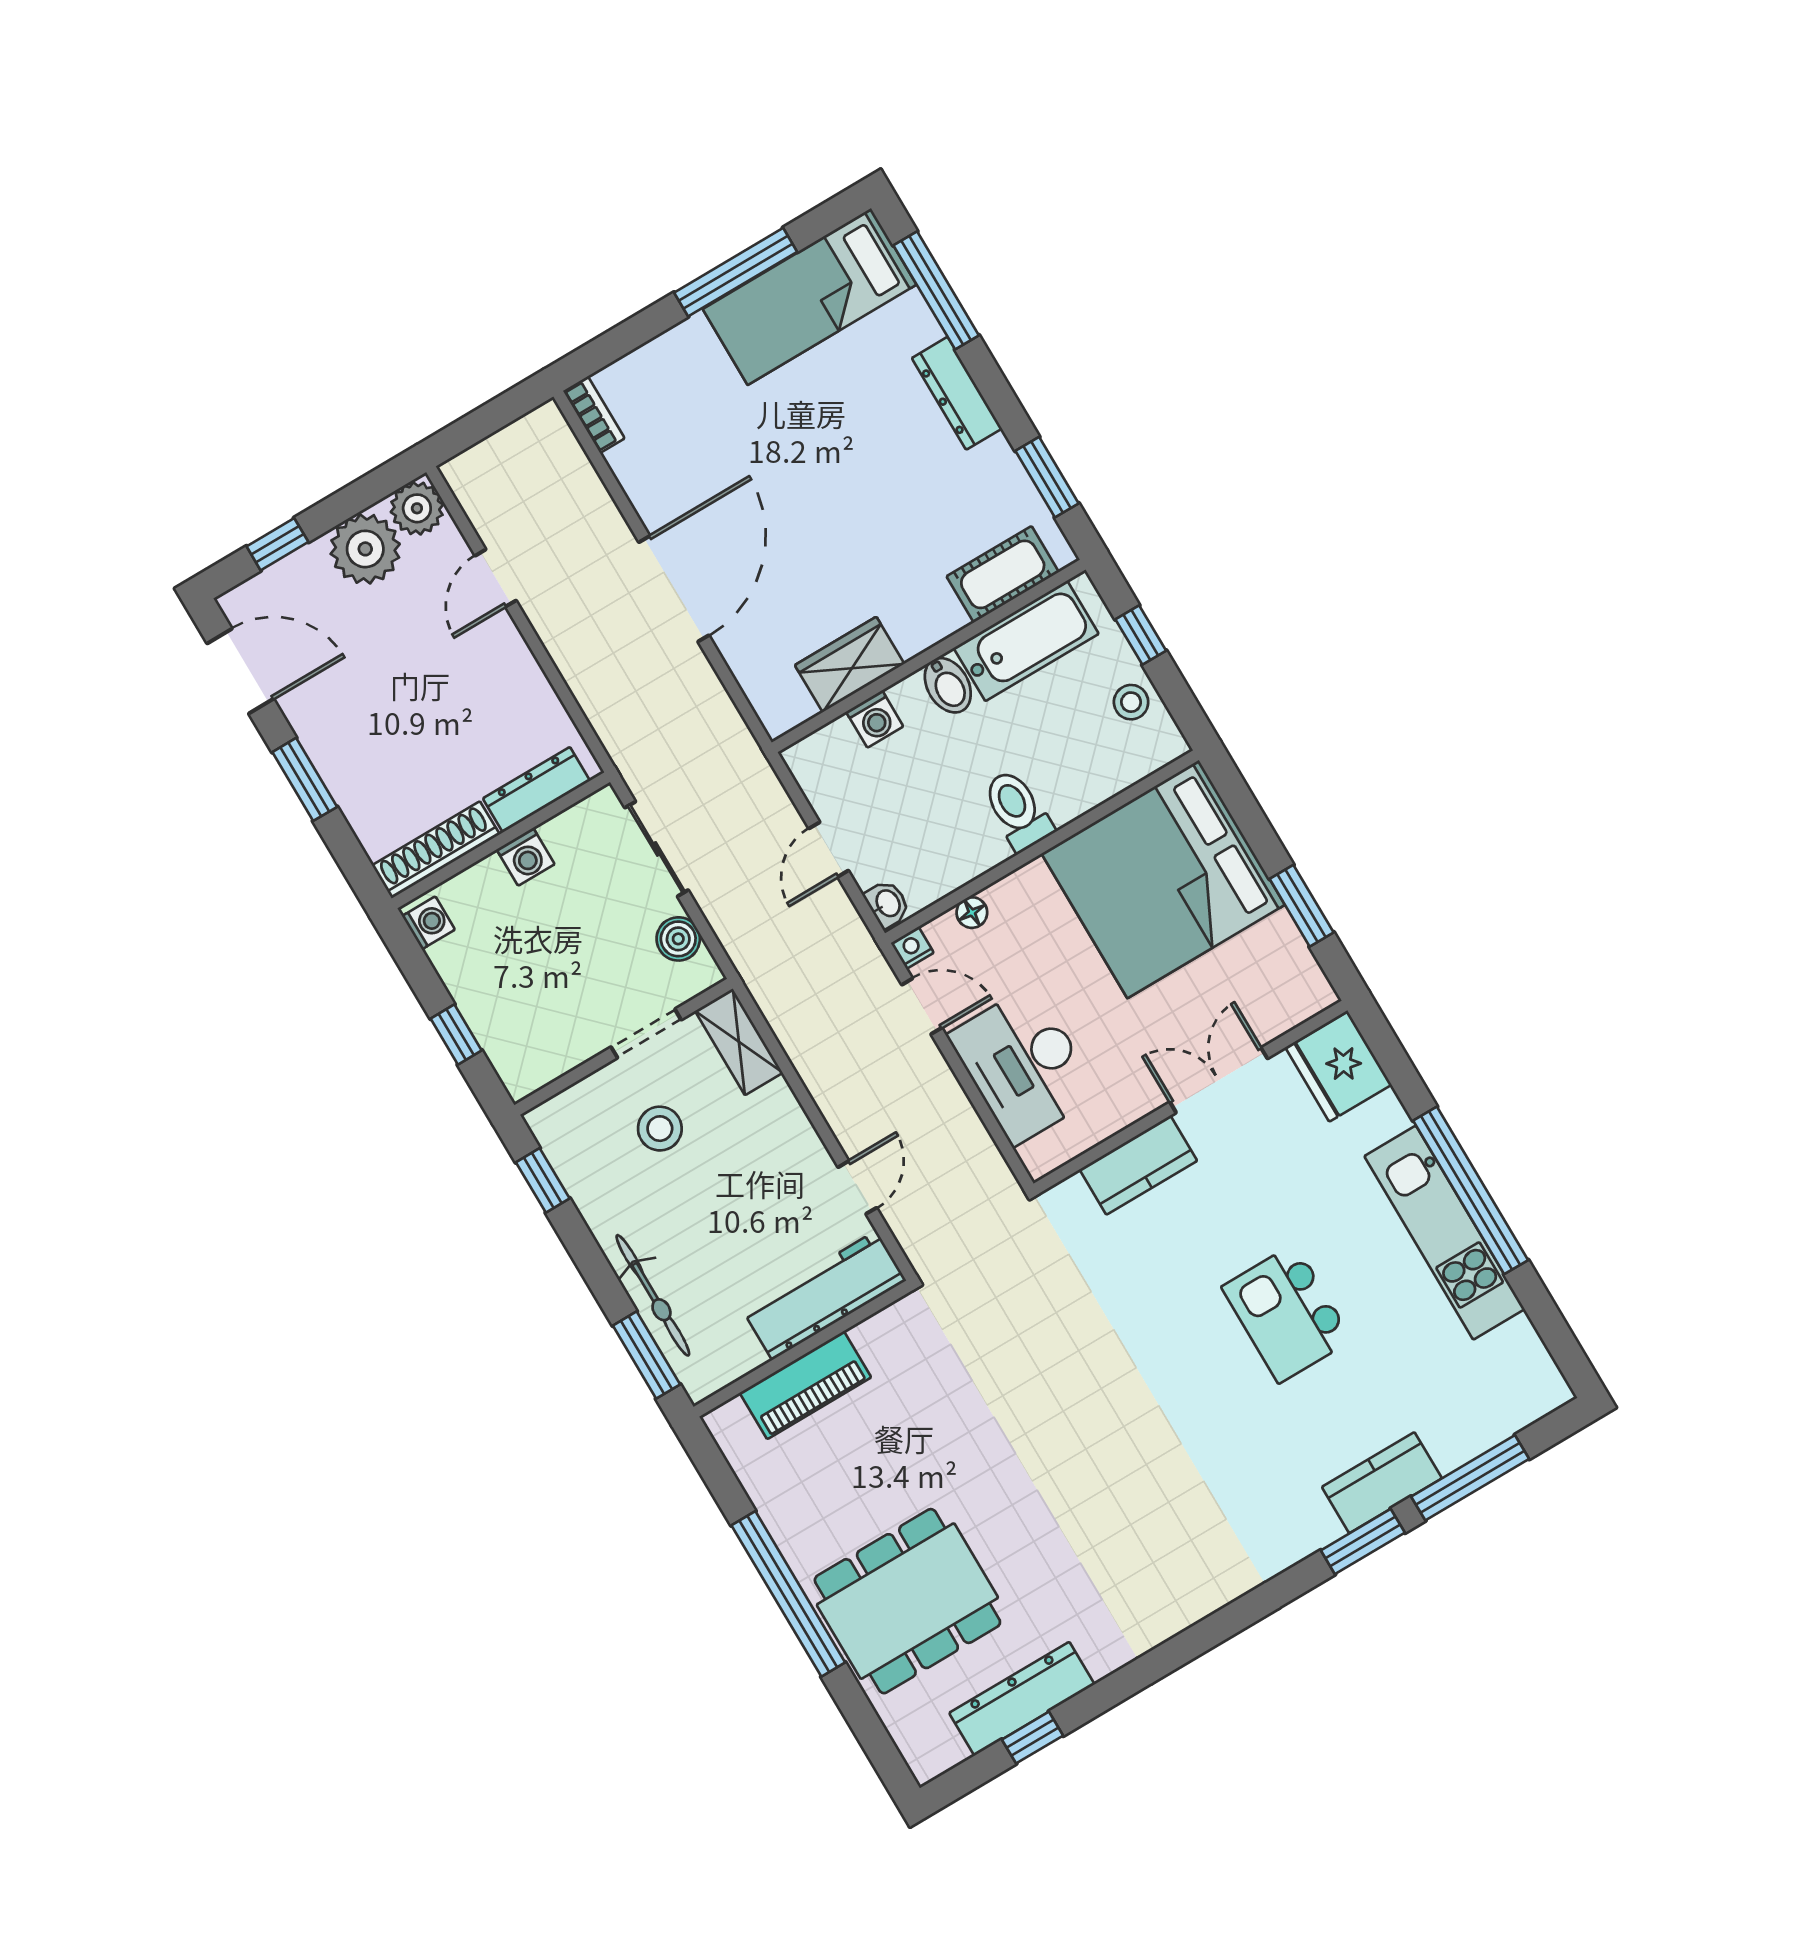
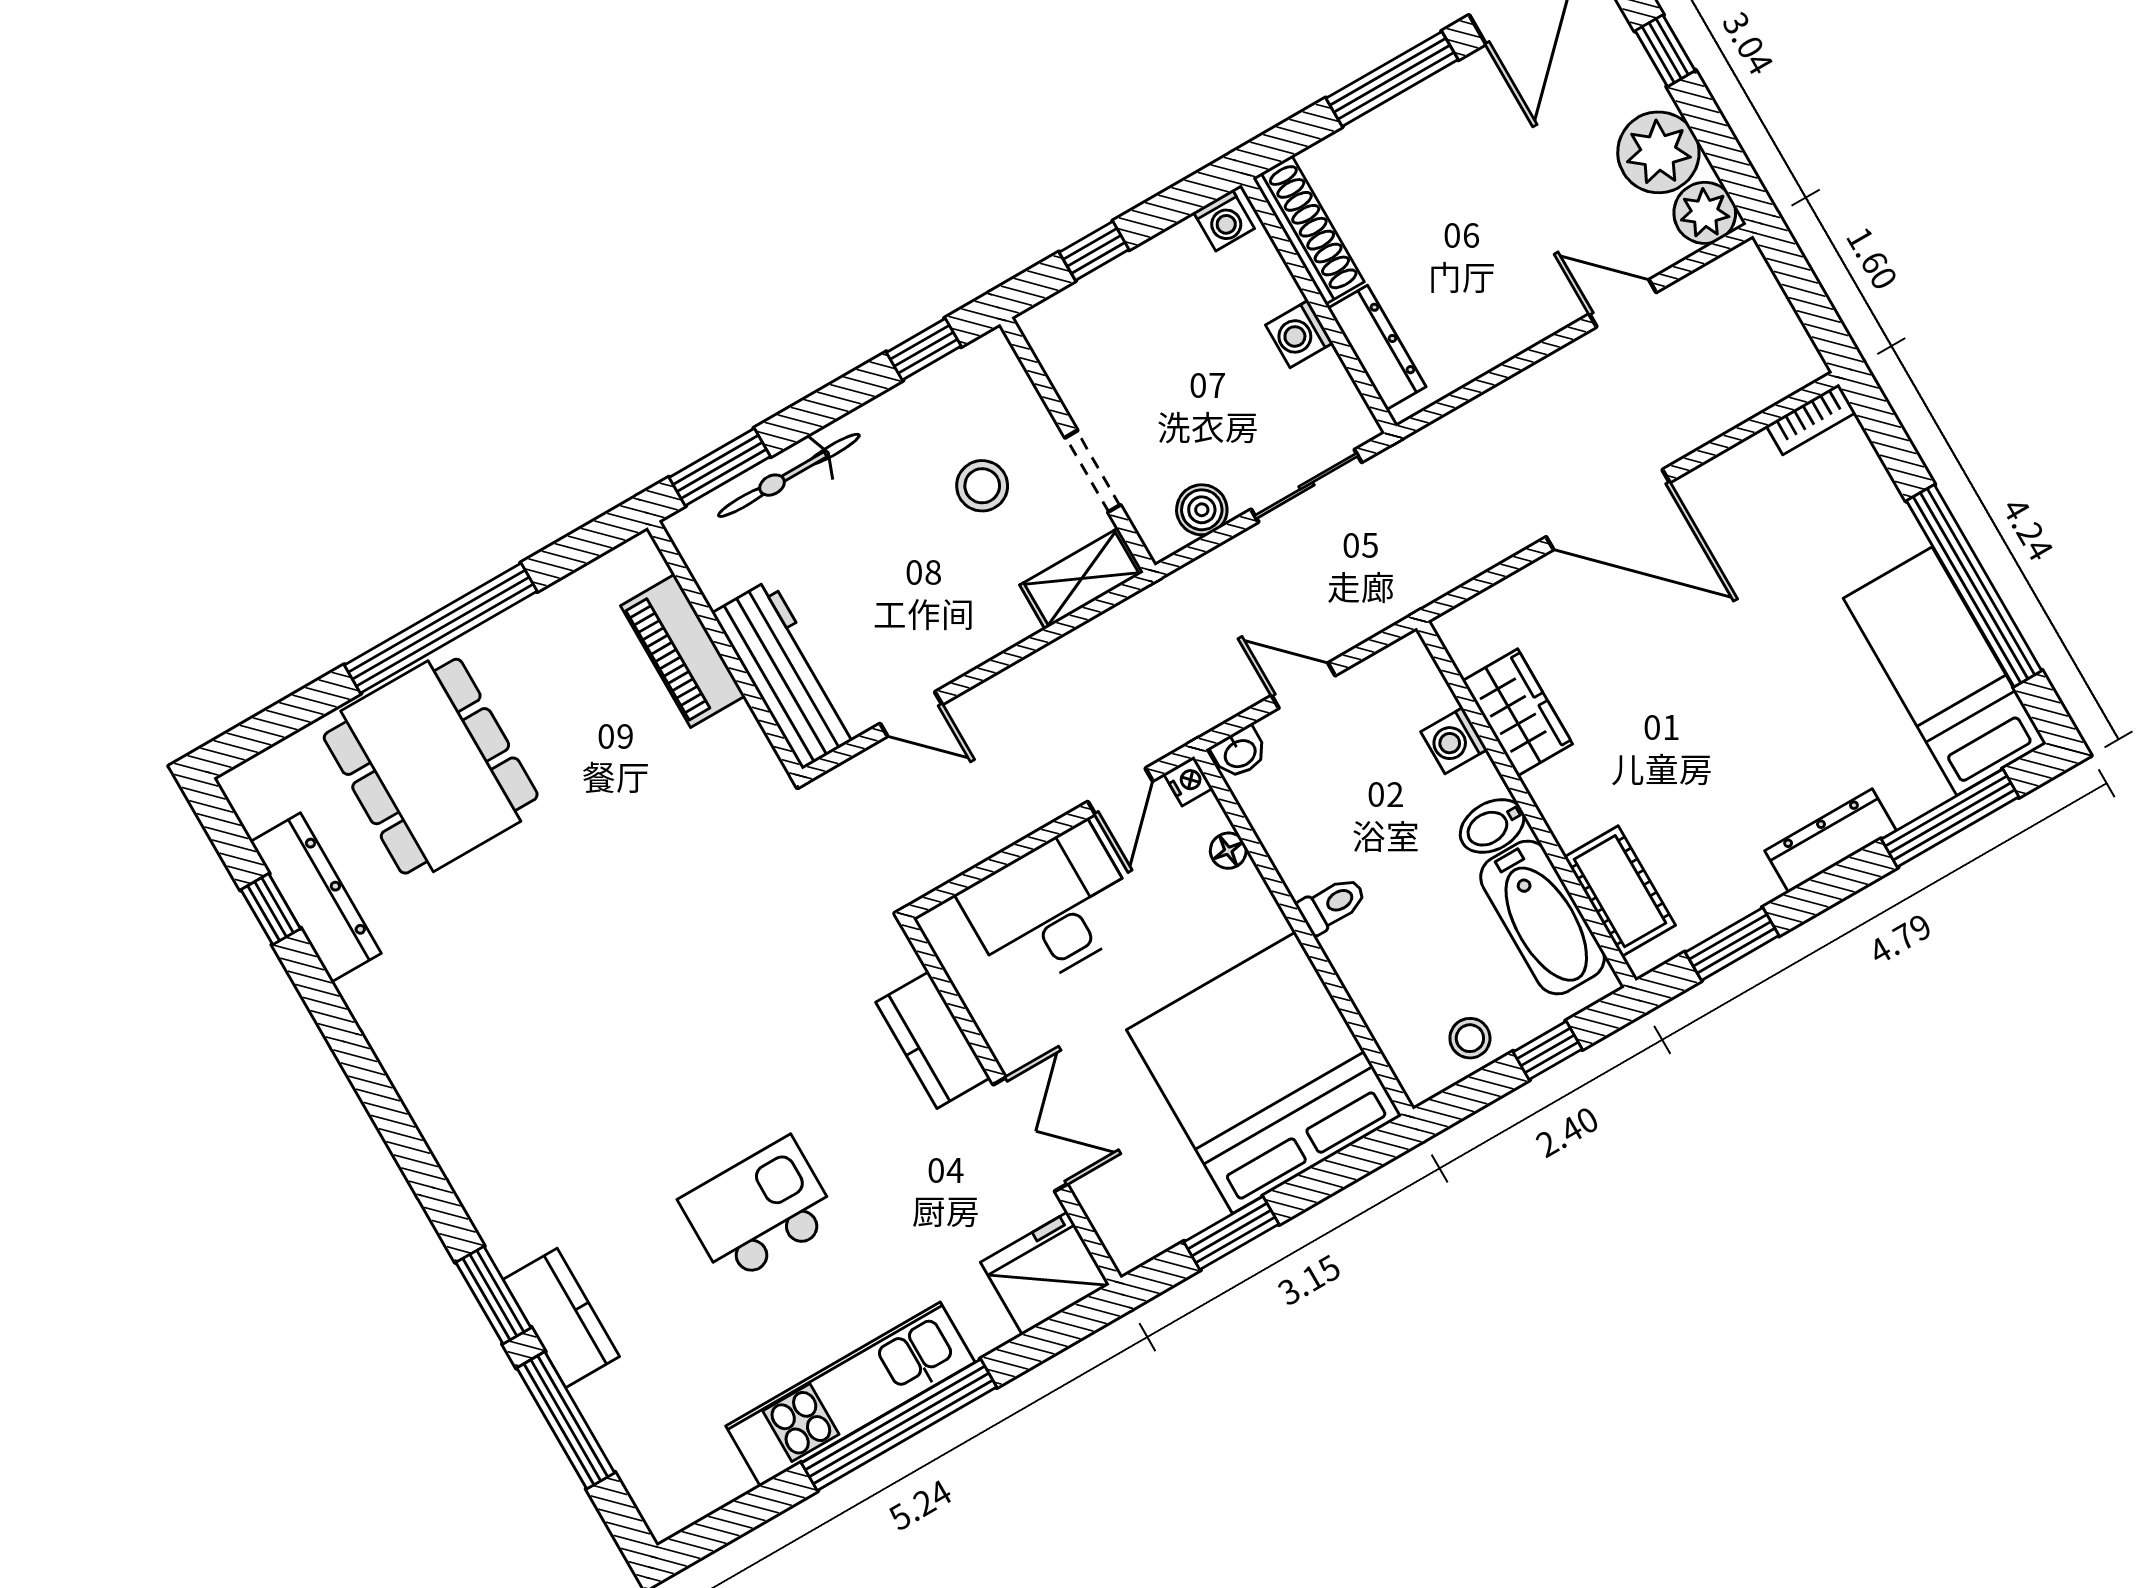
window: (736, 272) -> (1974, 586), width x1.46
window: (305, 779) -> (1392, 79), width x1.44
toilet: (1017, 810) -> (1332, 905), width x0.73, depth x0.72

